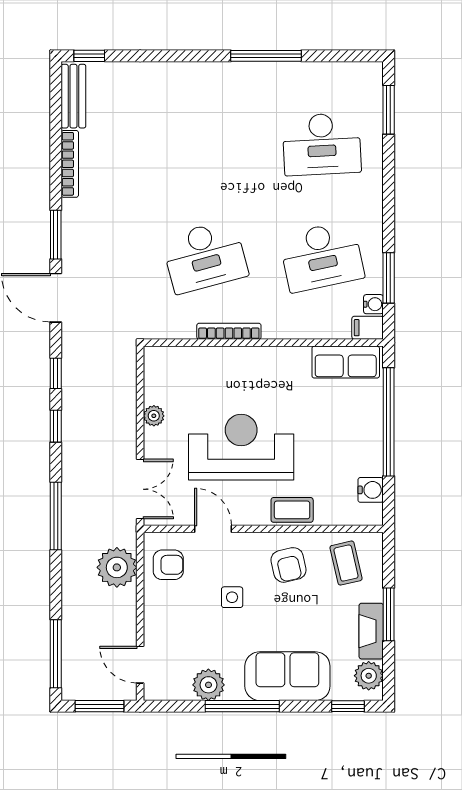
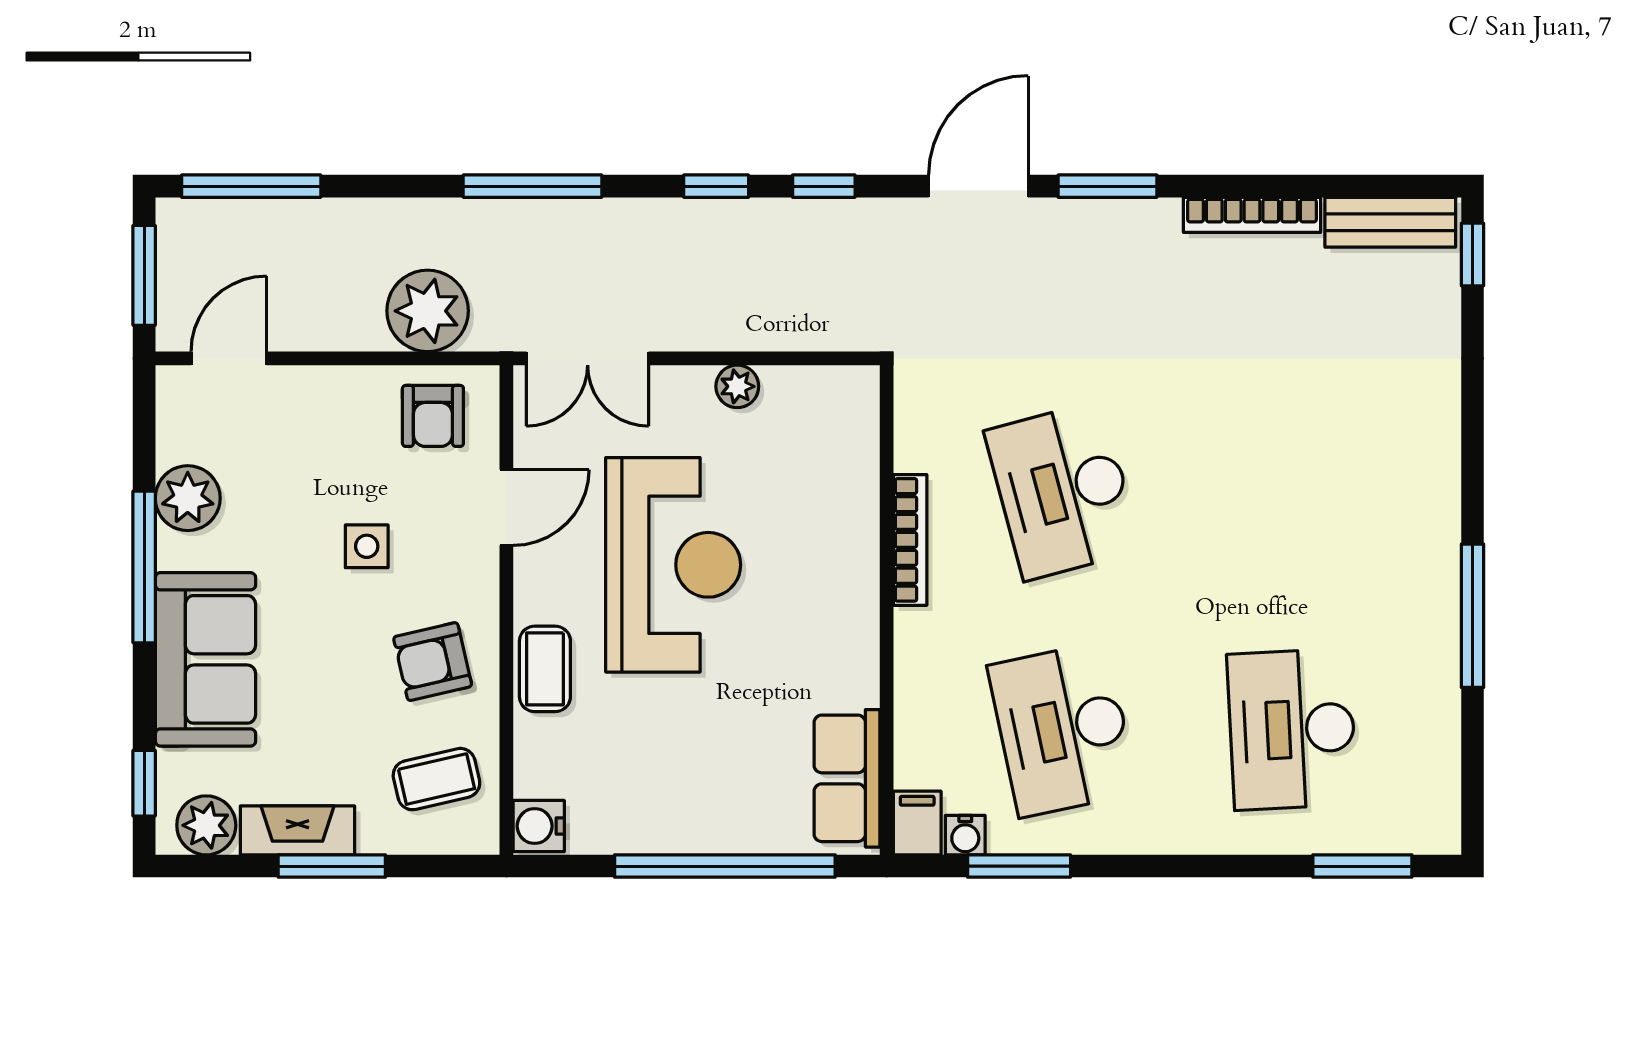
water cooler: (371, 490) -> (539, 826), moved, turned 90

